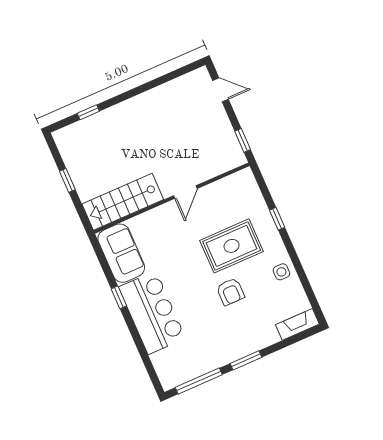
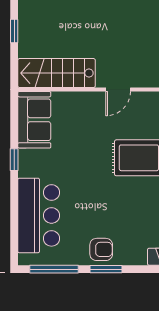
armchair: (230, 292) -> (101, 249), moved, turned -90
bar counter: (152, 313) -> (39, 215), moved

